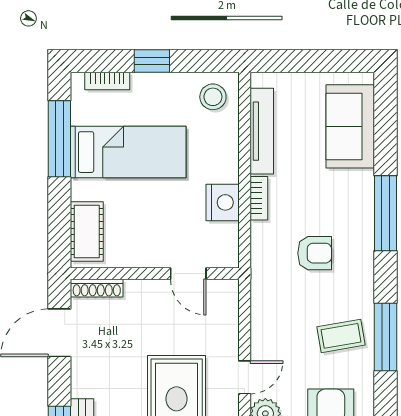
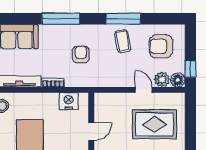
nightstand: (223, 202) -> (68, 101), moved
door: (188, 274) -> (91, 132), moved

